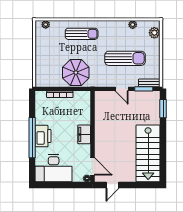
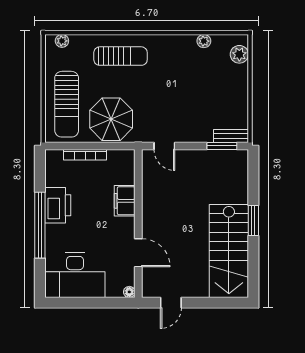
sun lounger: (125, 58) -> (67, 104), moved, turned 90
door: (122, 89) -> (164, 146), moved
window: (163, 109) -> (253, 221), moved
filing cabinet: (84, 134) -> (125, 201), moved
printer: (43, 136) -> (58, 205), moved
door: (92, 166) -> (138, 253), moved

